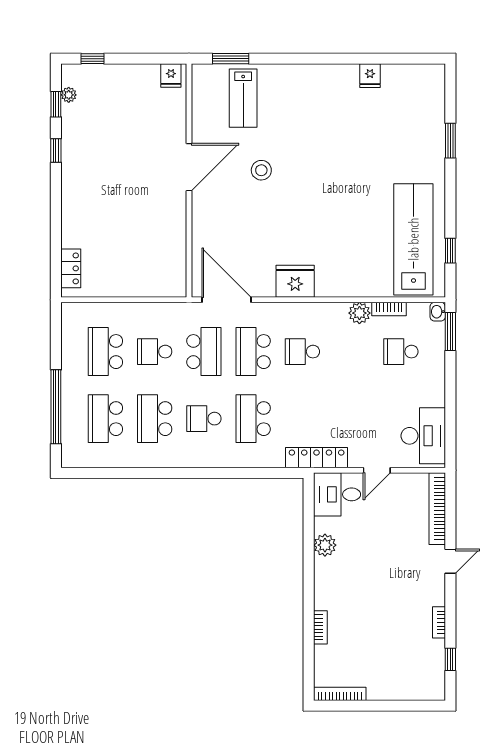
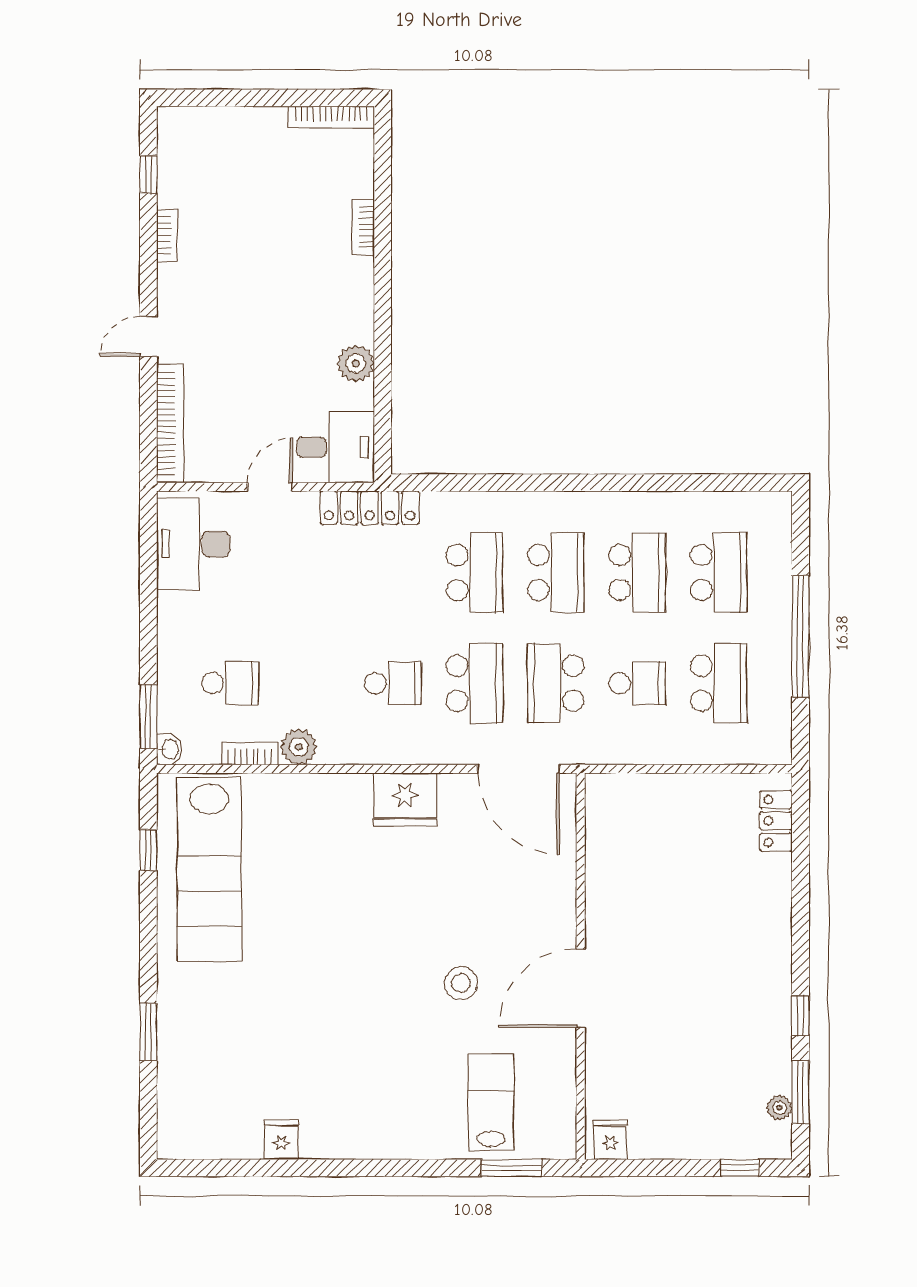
window: (56, 104) -> (800, 1092), width x1.50
window: (56, 407) -> (800, 636), moved
school desk: (204, 419) -> (556, 572), width x1.85

